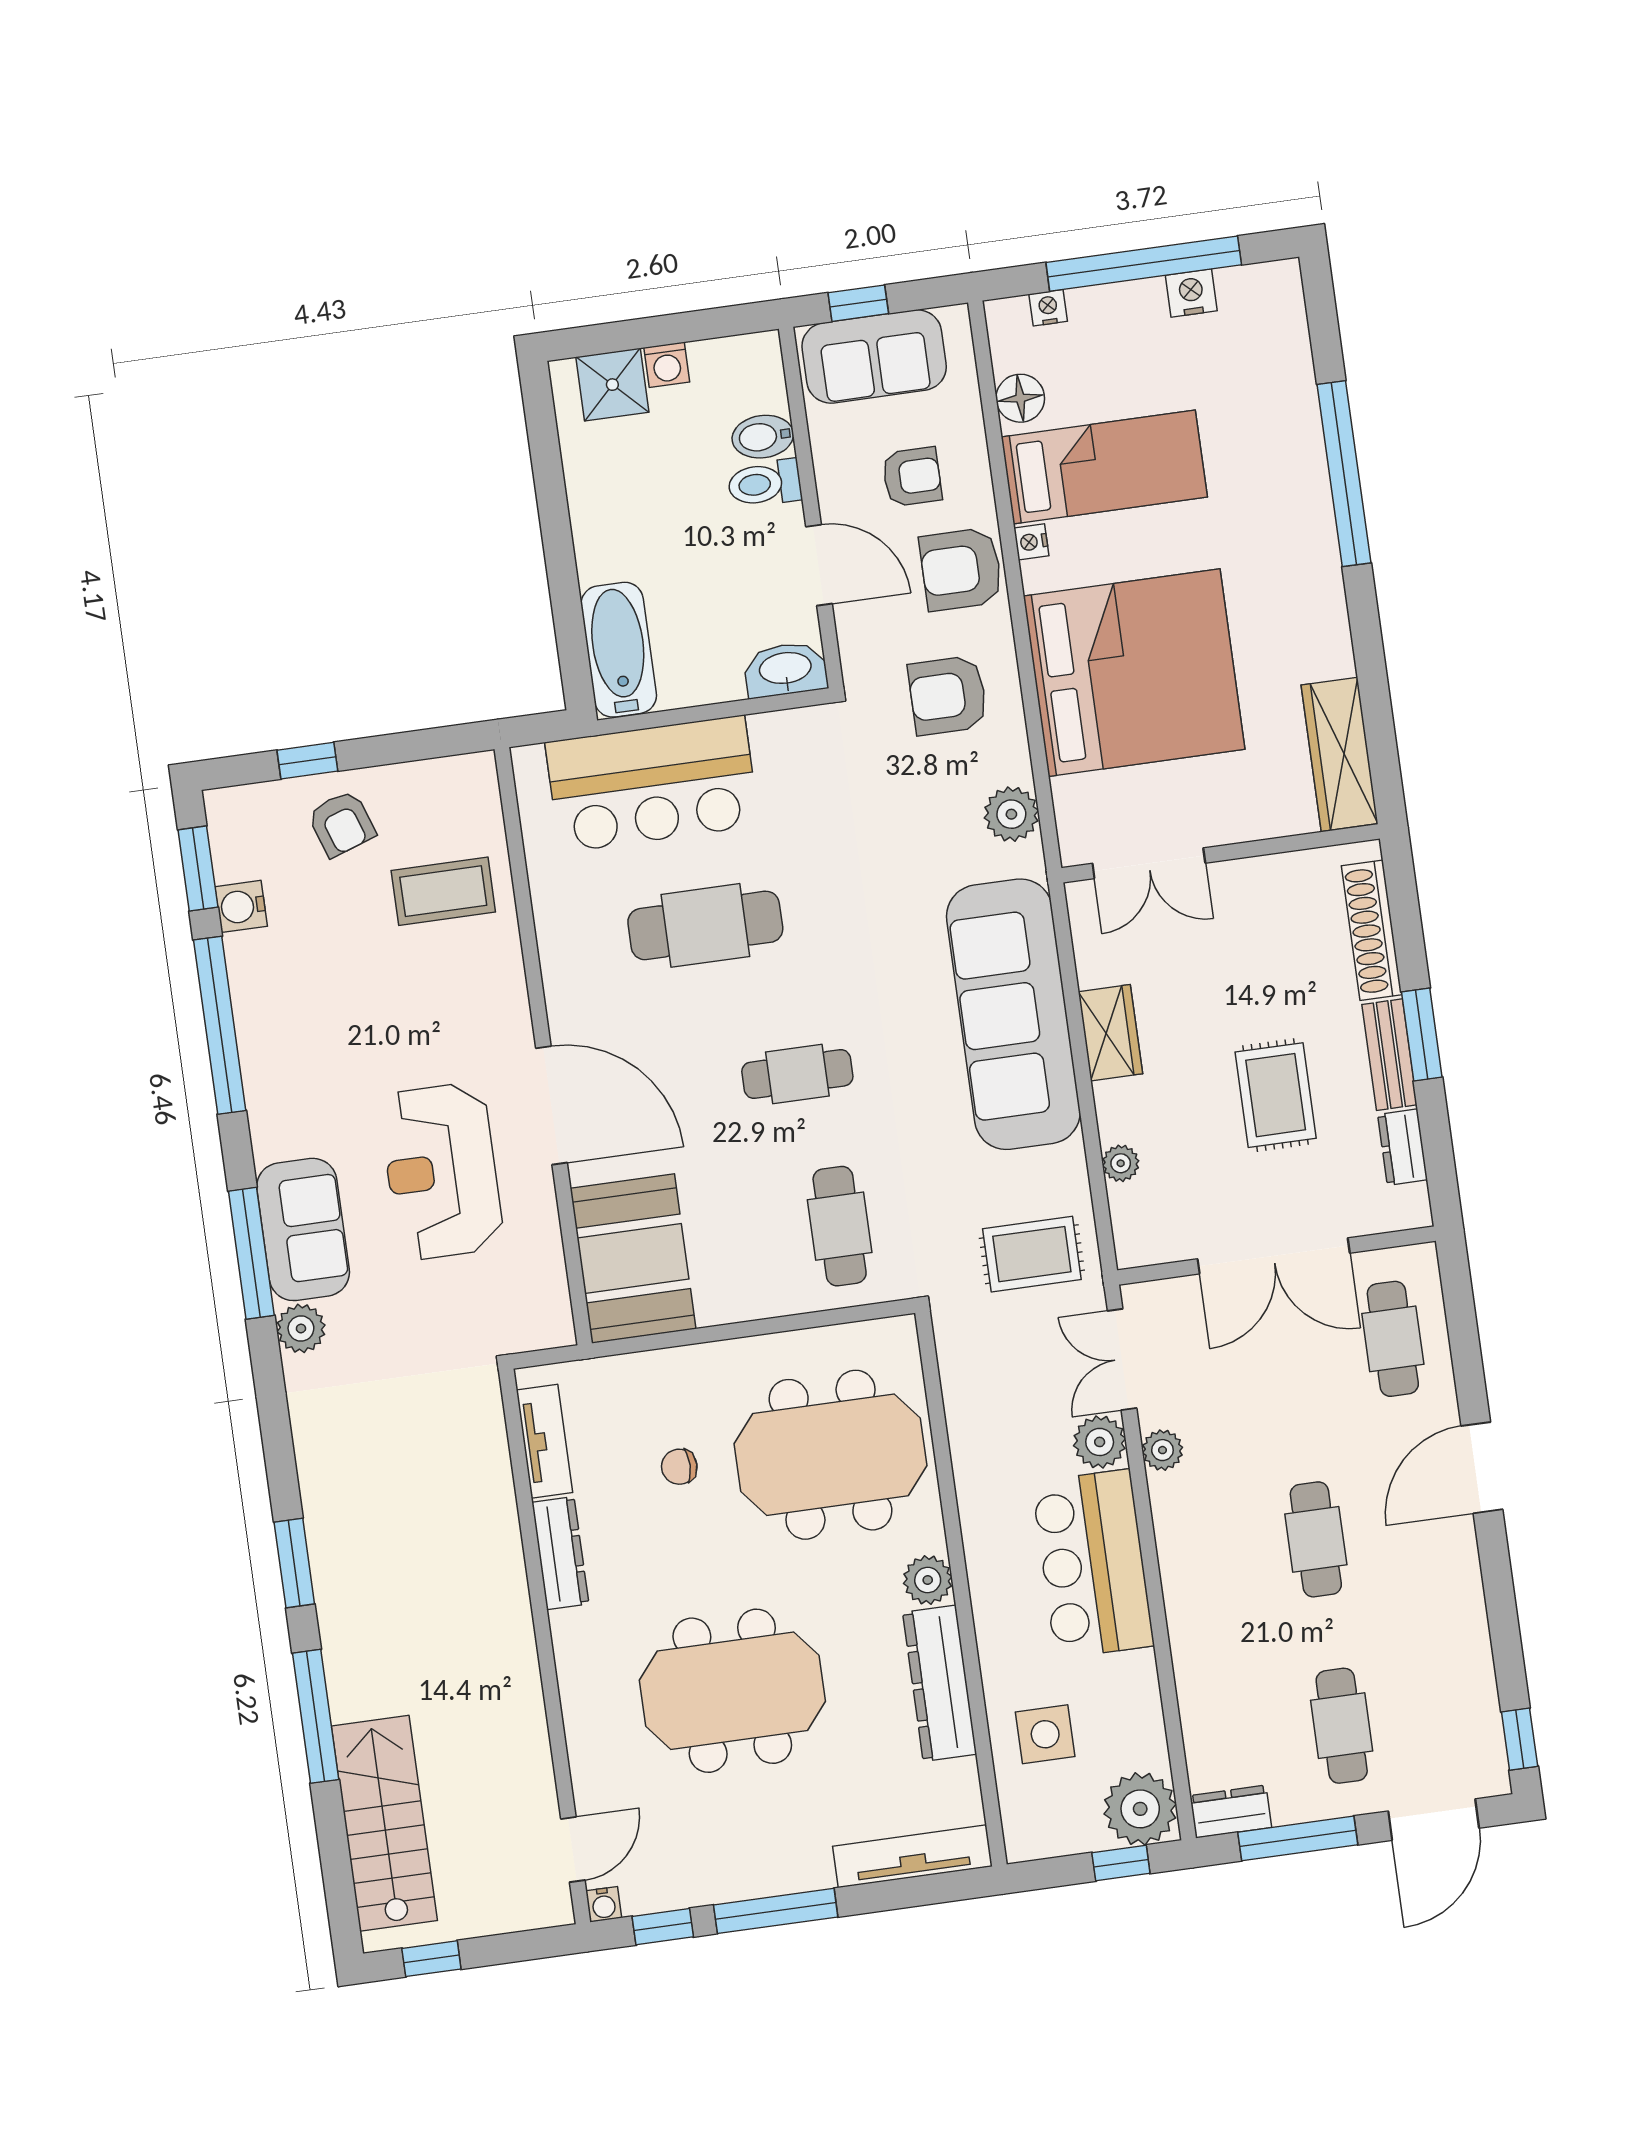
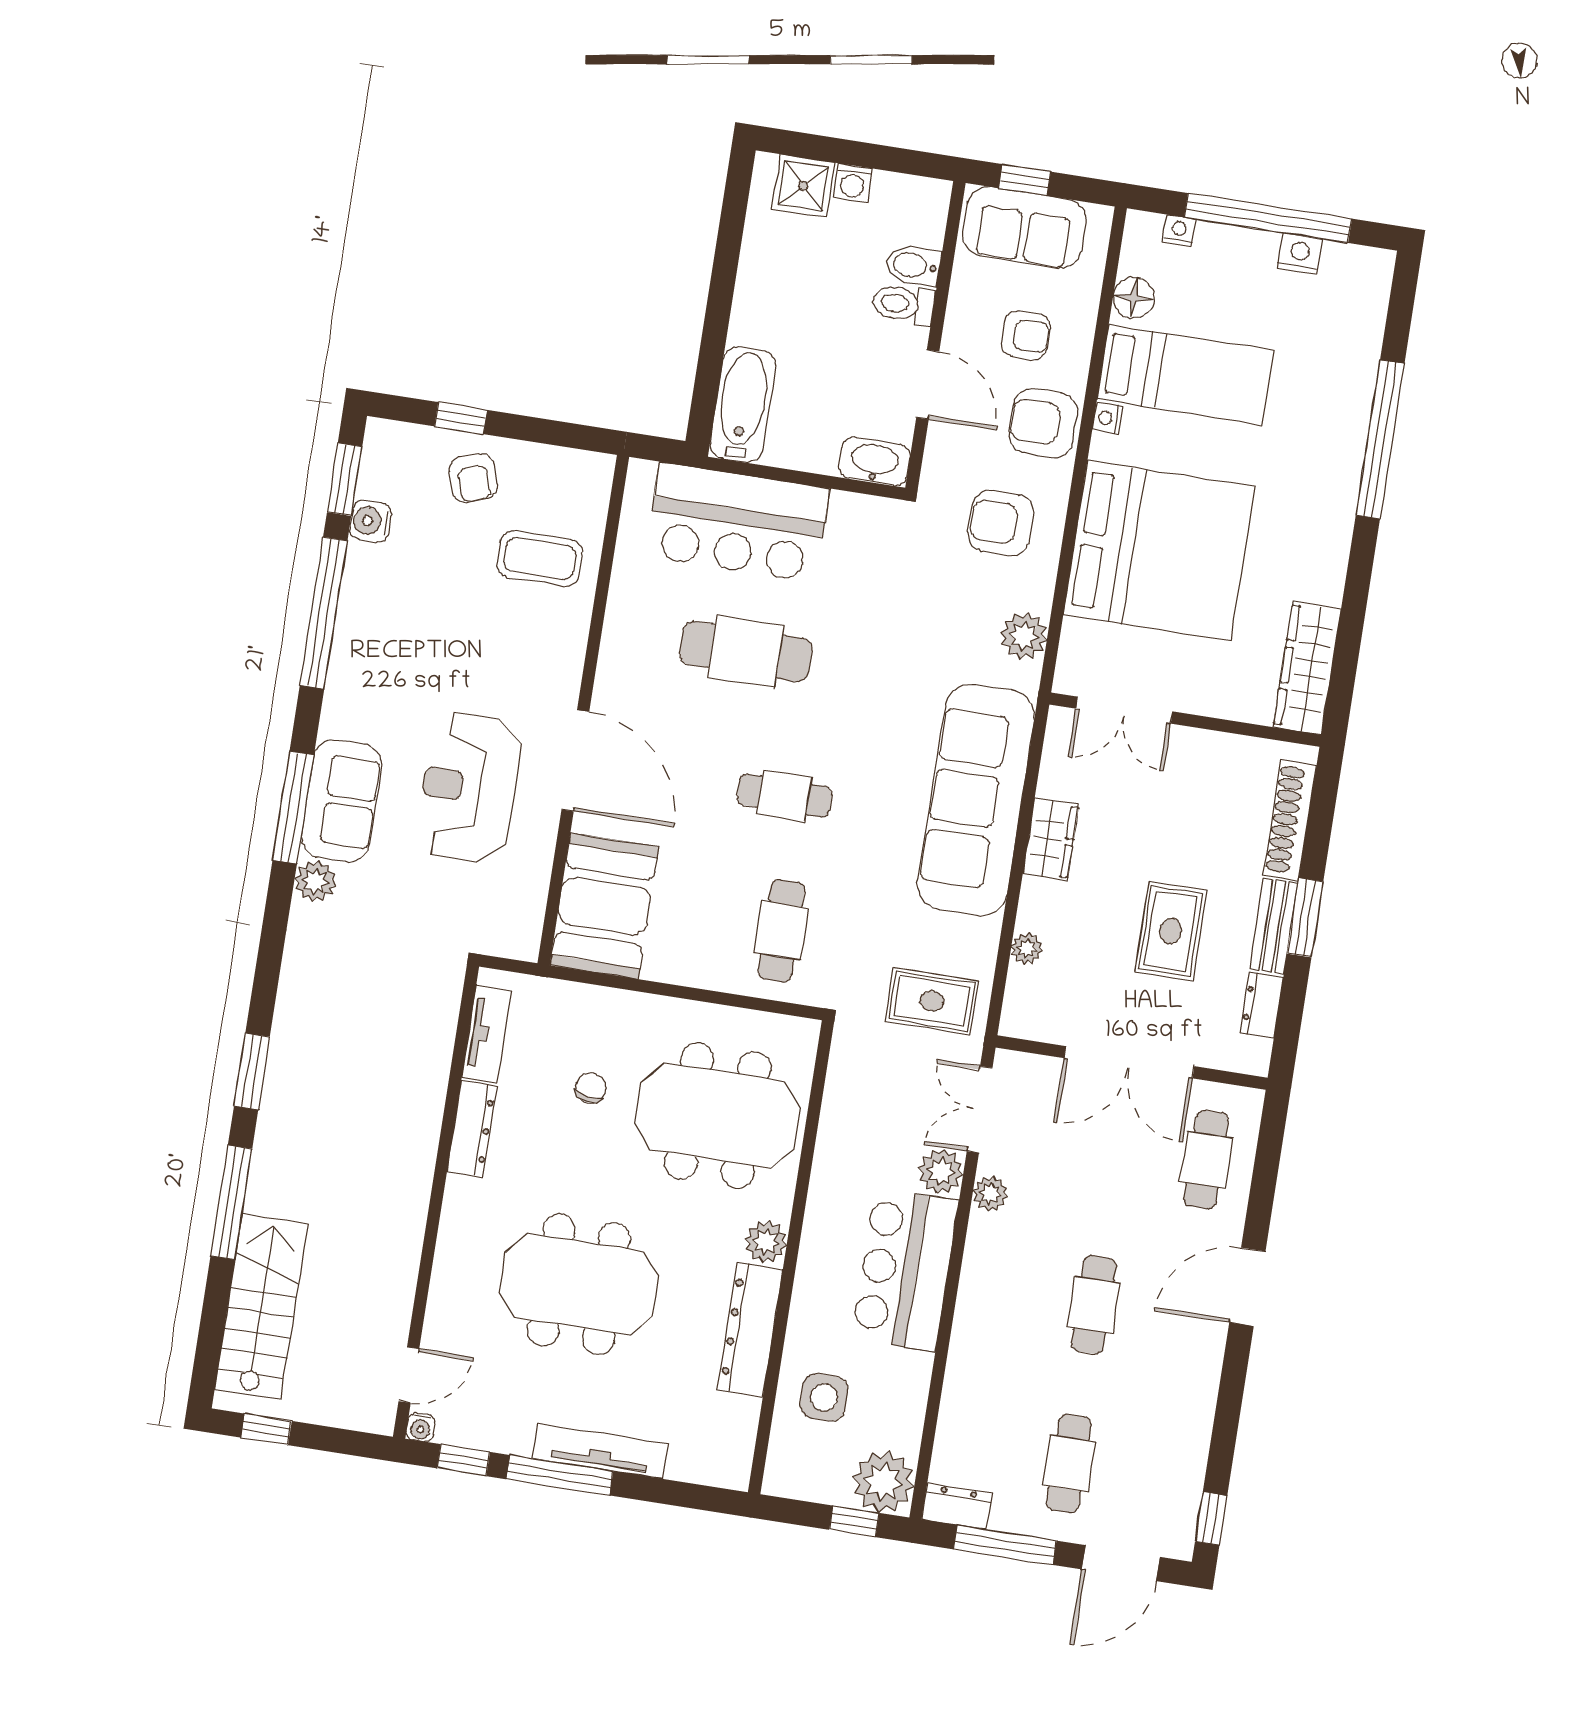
chair: (679, 1467) -> (591, 1088), turned 100
tv unit: (912, 1856) -> (600, 1451), moved

